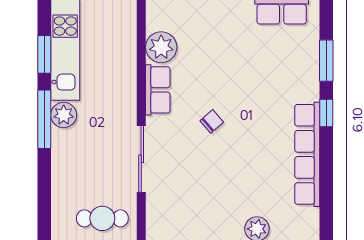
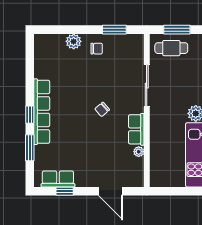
plant: (161, 47) -> (139, 152), width x0.53, depth x0.53
row of seats: (307, 154) -> (42, 112), moved
chair: (220, 218) -> (97, 49), added

